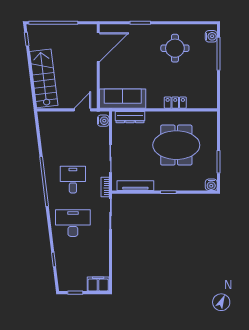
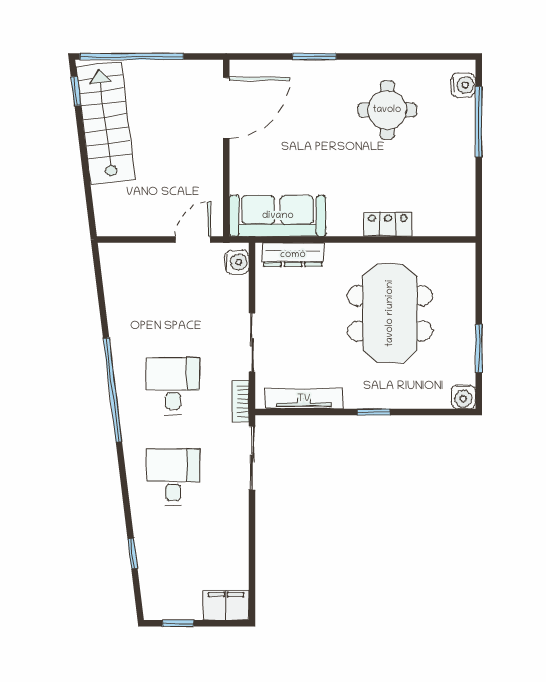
stairs: (44, 78) -> (106, 123), moved
meeting table: (176, 145) -> (390, 313), turned 90
desk: (73, 223) -> (173, 477), width x0.73

